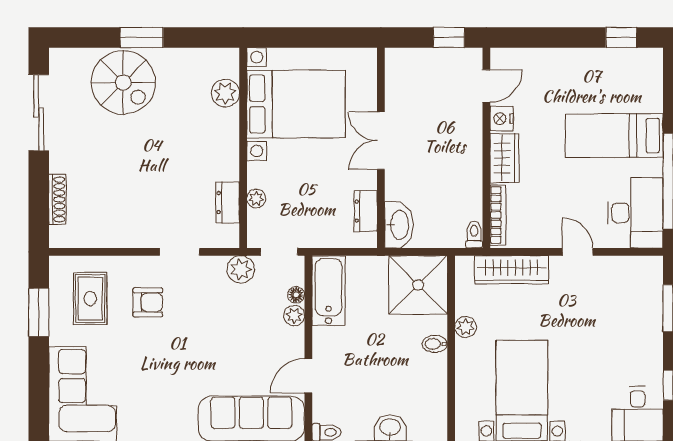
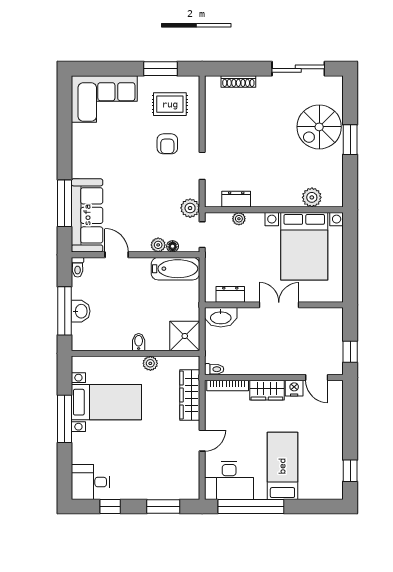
shower: (418, 285) -> (185, 336), width x0.73, depth x0.73

